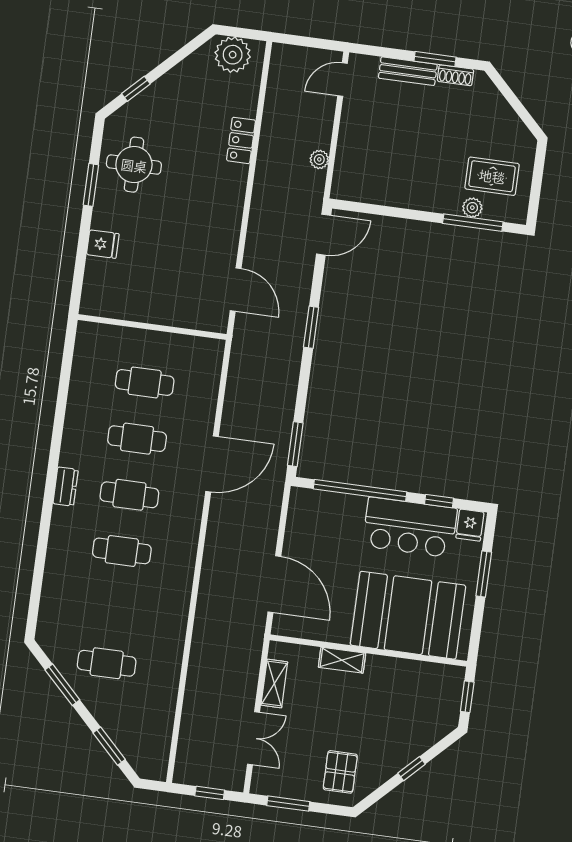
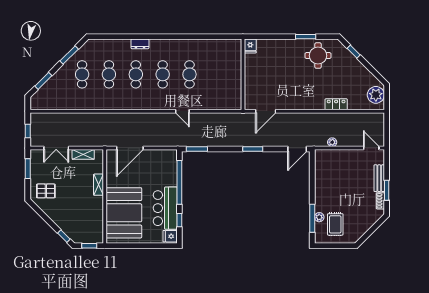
door: (324, 235) -> (297, 149), hinge flipped
fridge: (103, 244) -> (250, 46), moved
cafe table: (145, 382) -> (109, 74), moved
door: (212, 464) -> (182, 111), width x0.53
dresser: (66, 487) -> (140, 44), moved
window: (484, 574) -> (148, 246), removed
window: (412, 769) -> (64, 236), moved

